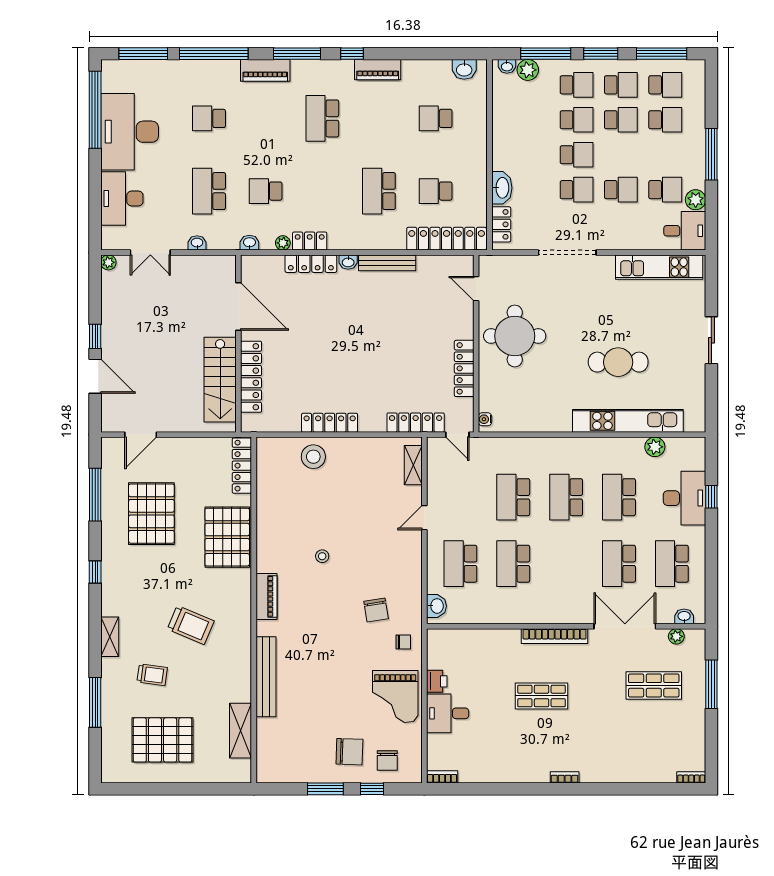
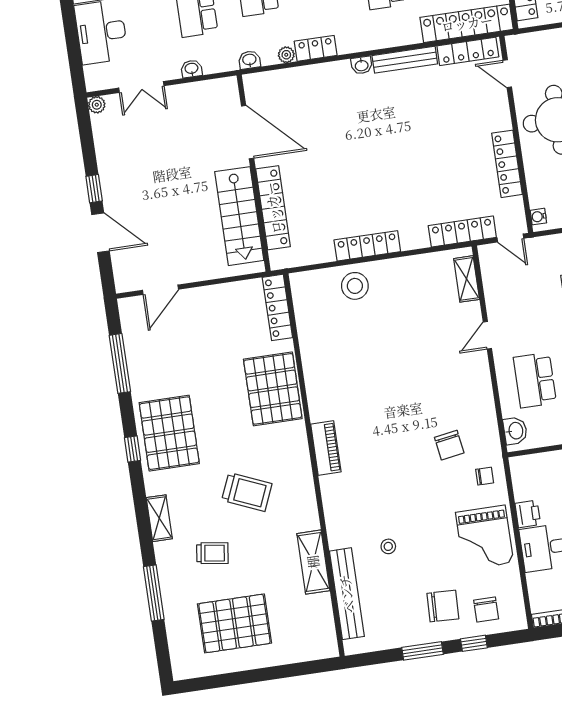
locker: (311, 264) -> (468, 51), moved
pallet: (151, 514) -> (169, 433), moved
stool: (322, 556) -> (388, 546), moved
bench: (266, 677) -> (347, 594), moved
shelving: (240, 731) -> (313, 562), moved

